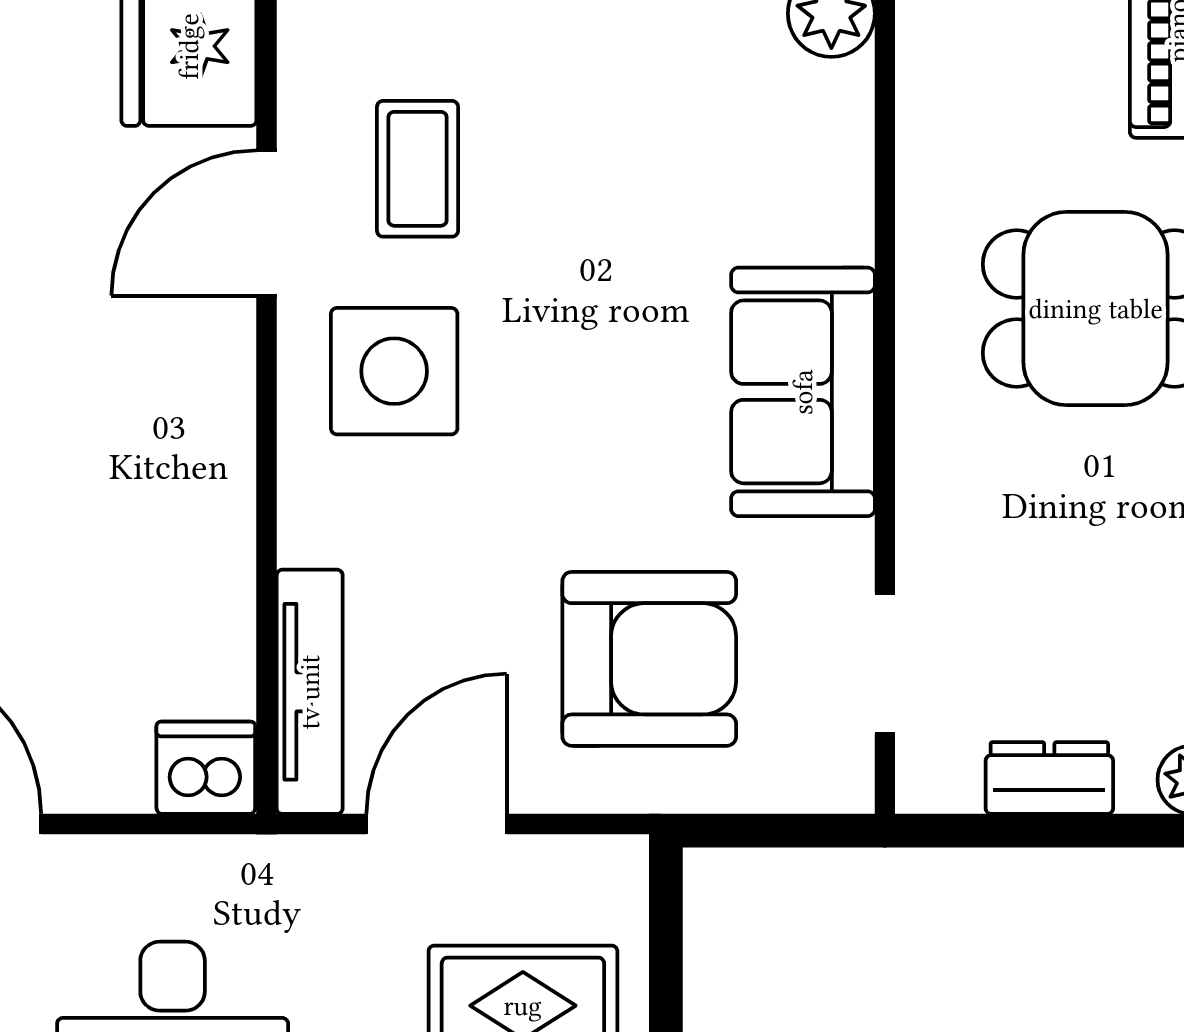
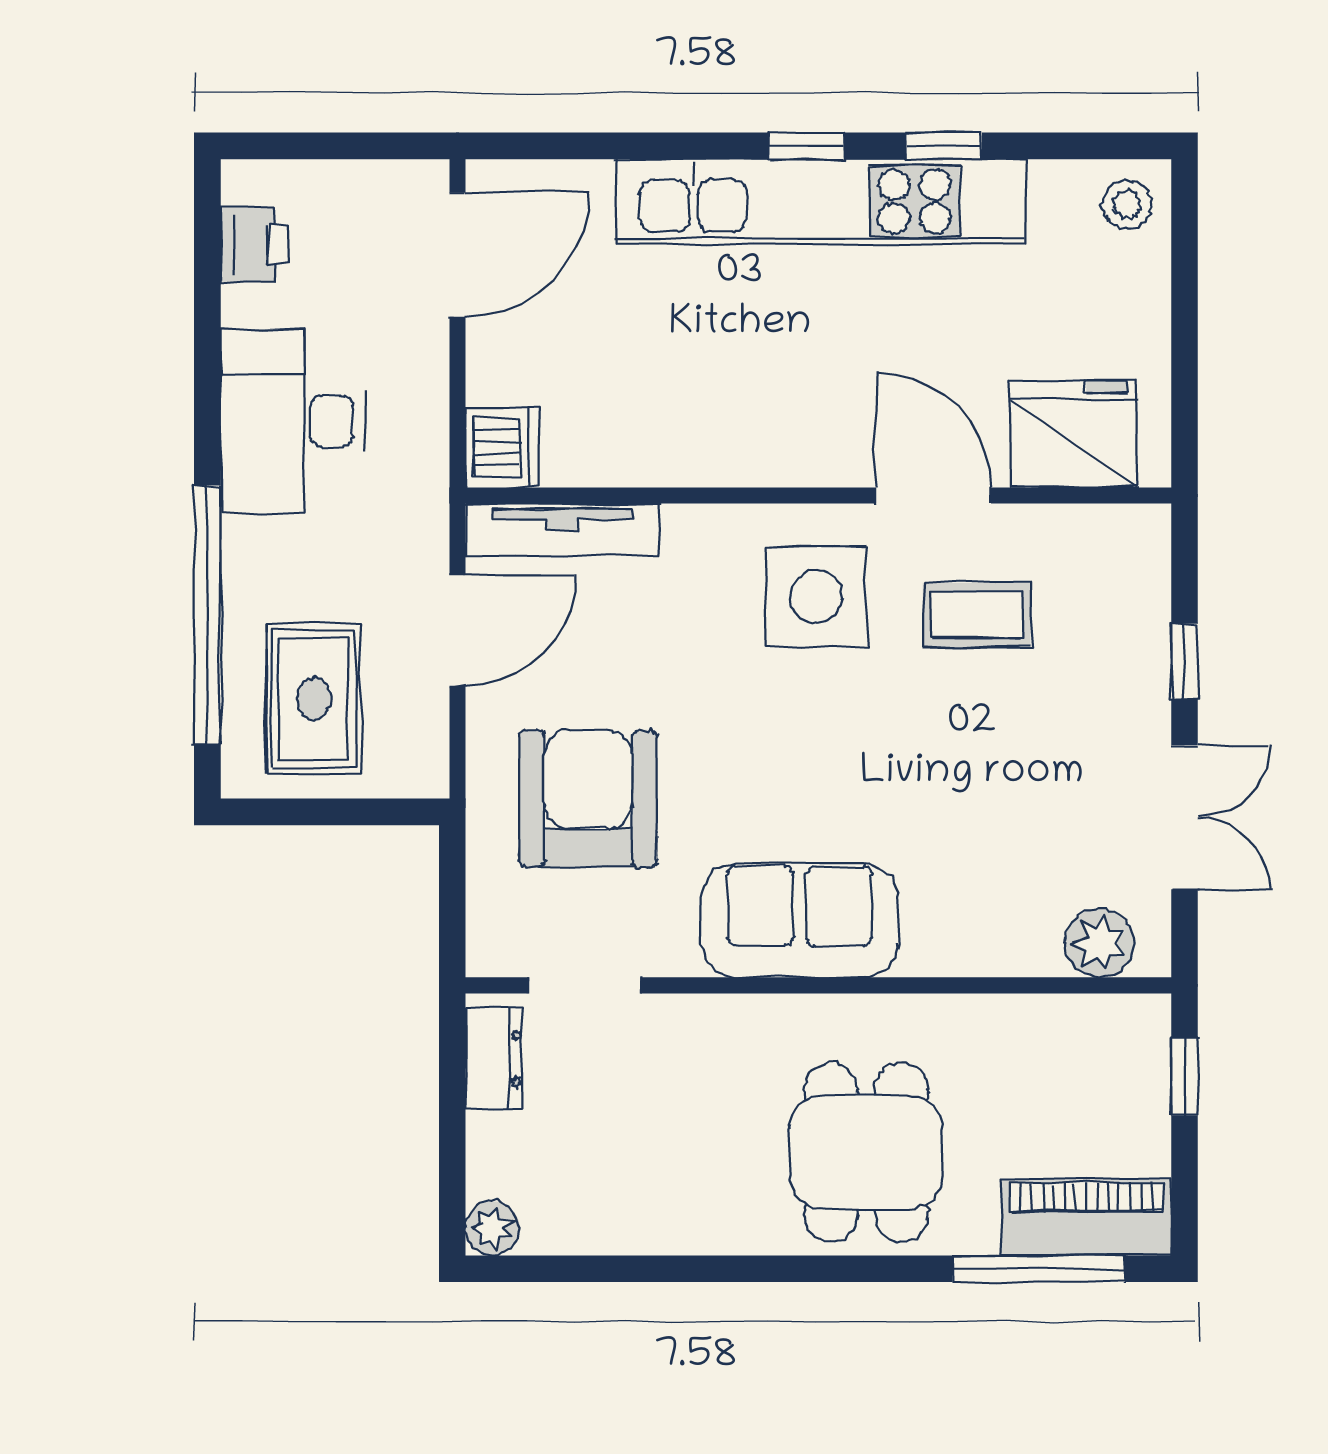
armchair: (649, 659) -> (588, 799), turned 180
dresser: (1049, 778) -> (494, 1058), moved
door: (437, 824) -> (458, 630), hinge flipped

